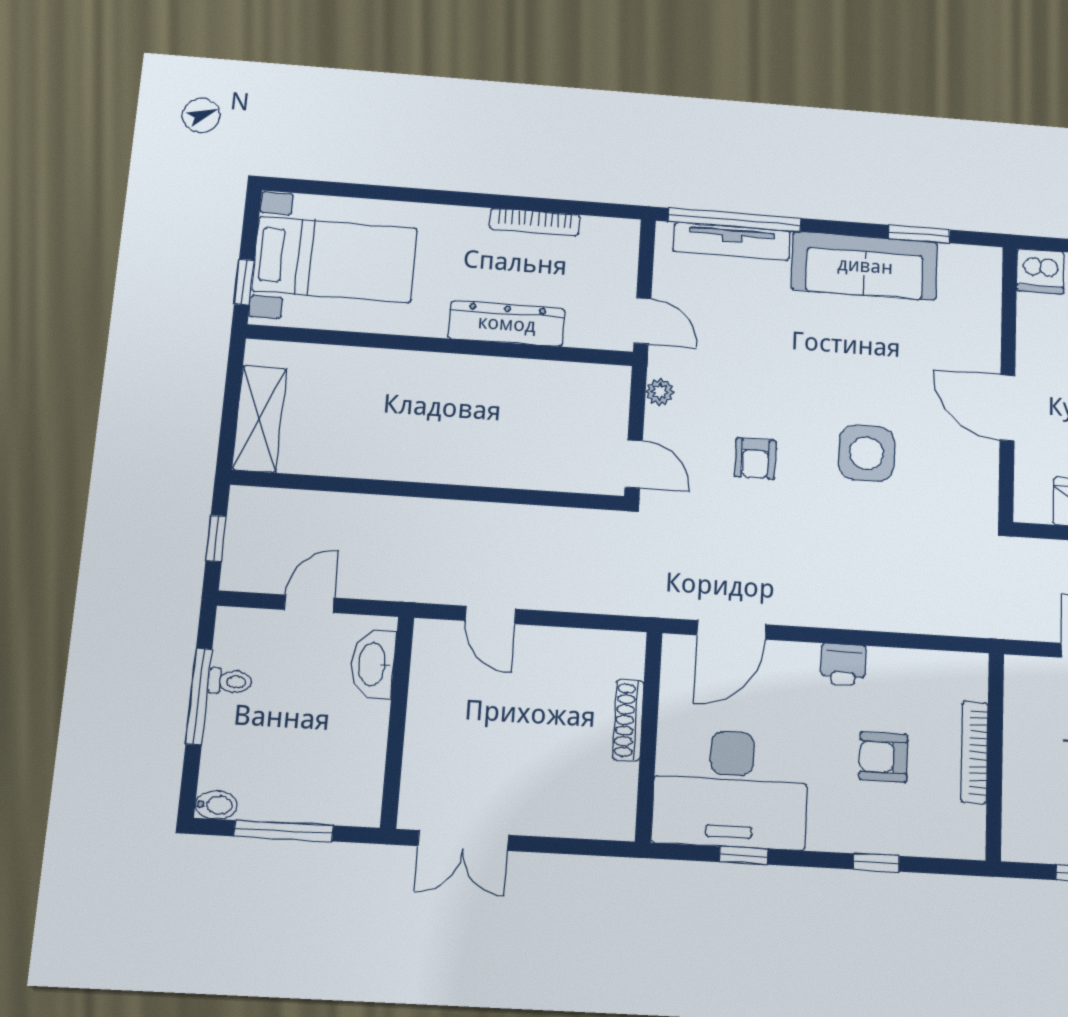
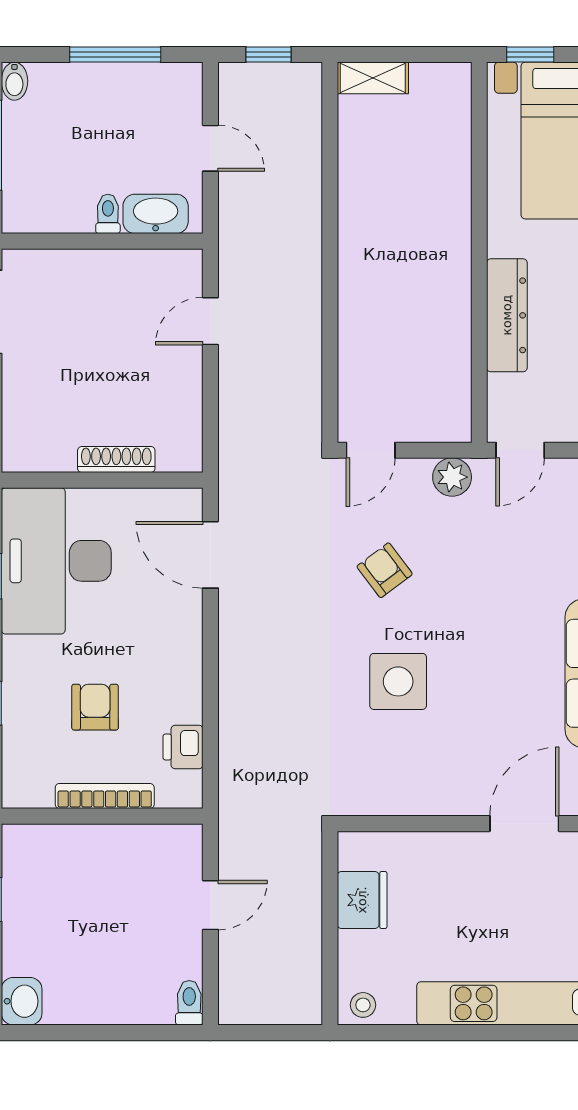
plant: (660, 392) -> (452, 477), width x1.38, depth x1.38
door: (1007, 408) -> (524, 824), moved
shelving: (259, 419) -> (373, 78), width x0.67, depth x0.75
armchair: (755, 459) -> (385, 570), turned 53
printer: (843, 664) -> (183, 747), moved
toilet: (230, 681) -> (108, 214), moved, turned 180

